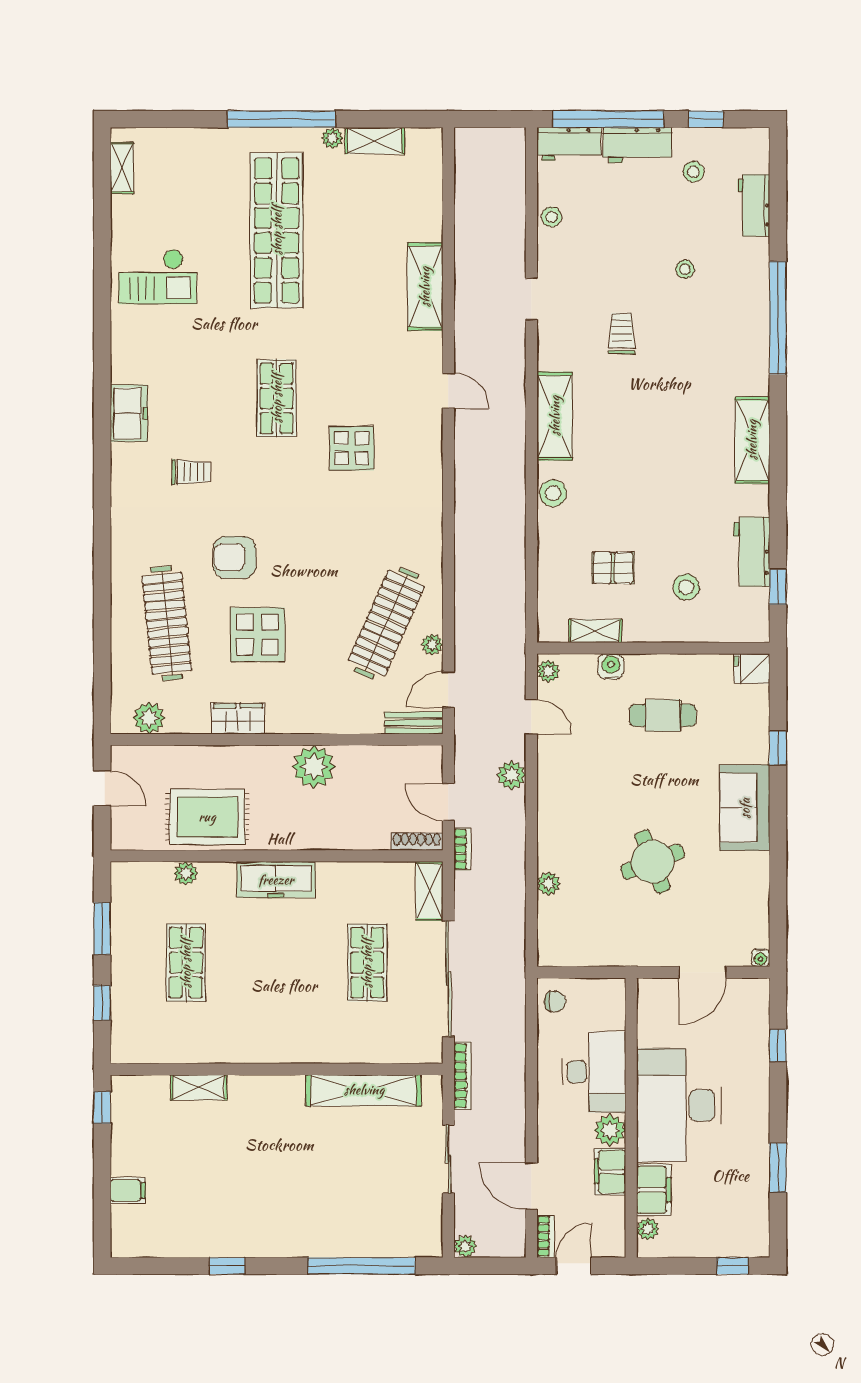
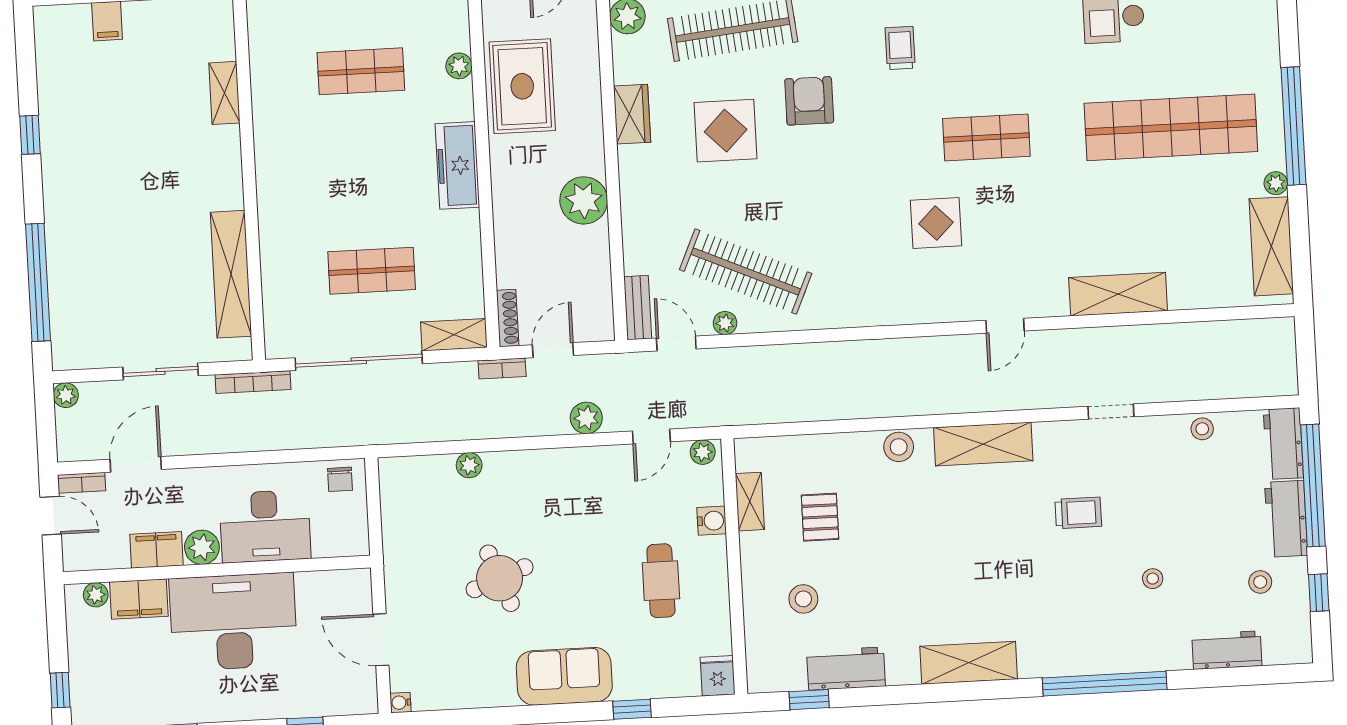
shelving: (375, 141) -> (1271, 246), width x1.50, depth x1.33
trolley: (191, 472) -> (900, 48), turned 180

